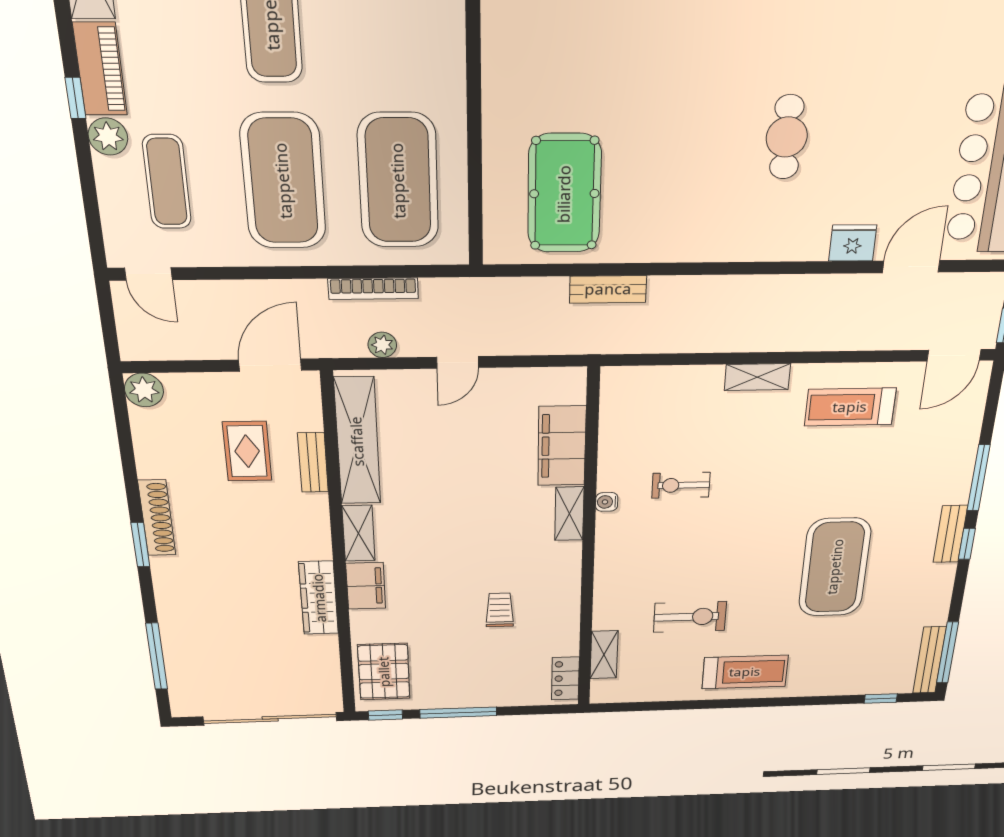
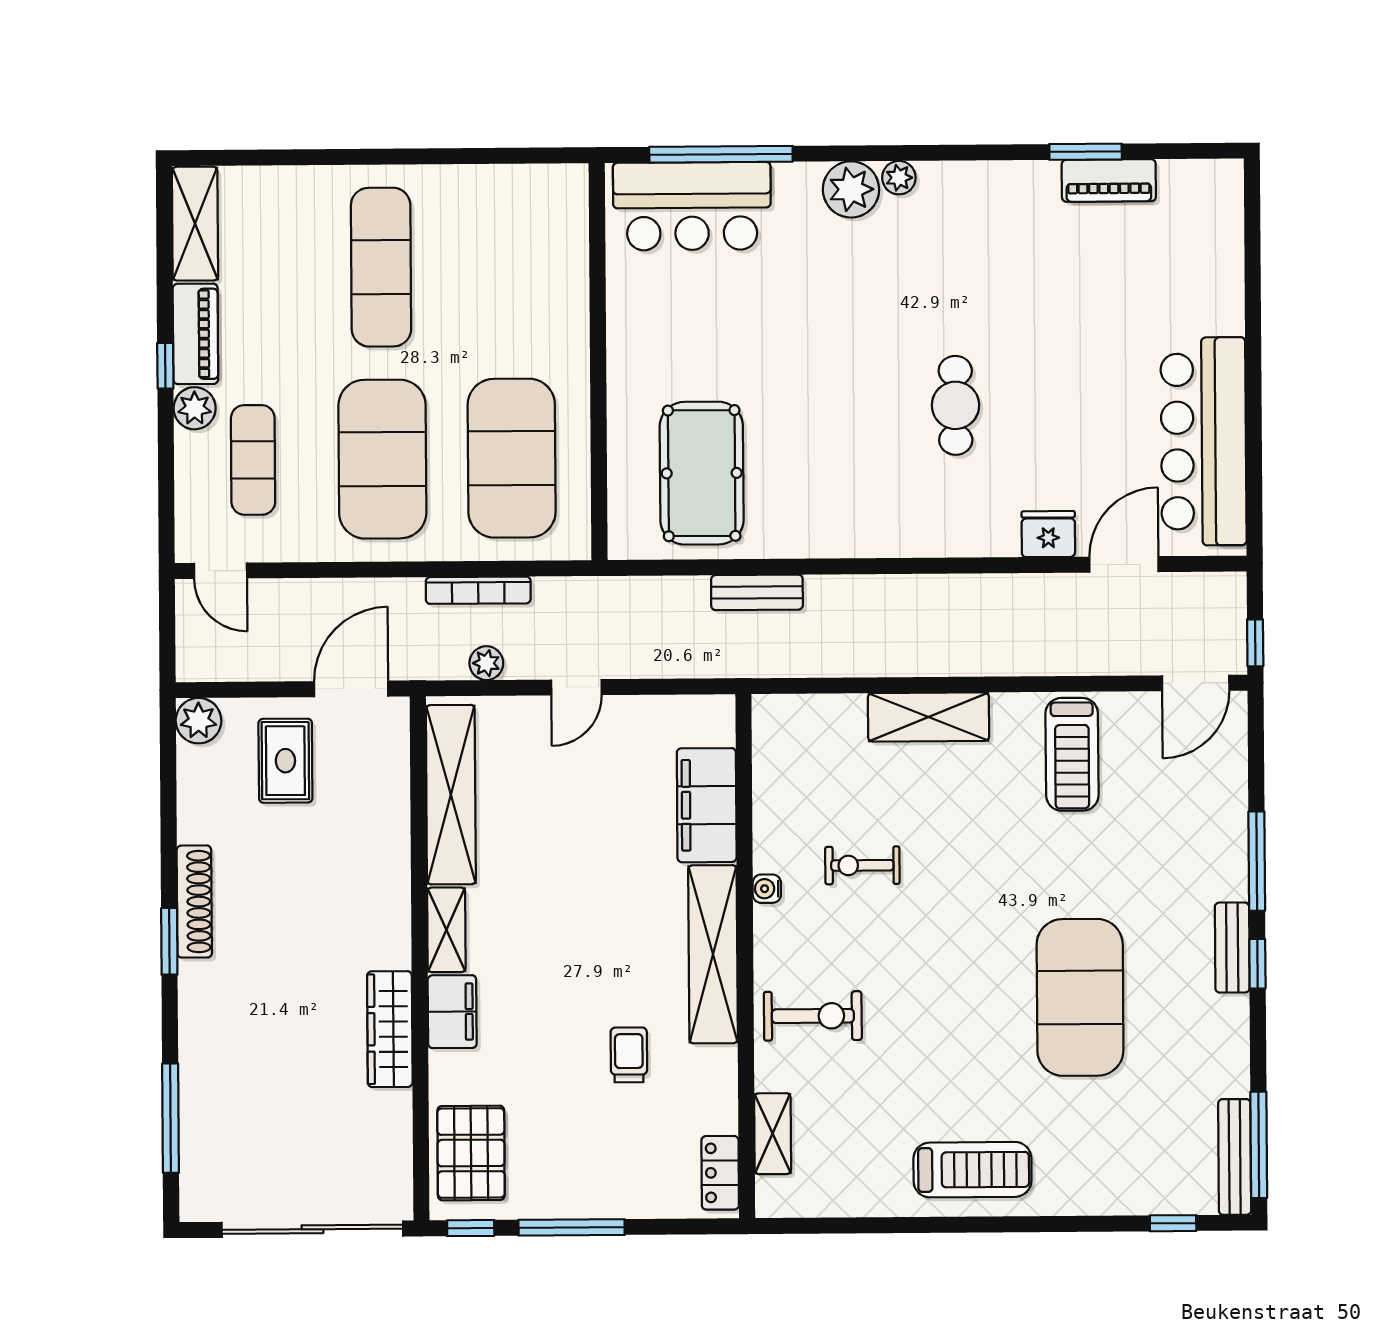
shelving: (757, 377) -> (929, 717), width x1.50, depth x1.33
treadmill: (850, 407) -> (1072, 754), turned -90
rug: (247, 451) -> (285, 761), moved
bench: (313, 462) -> (394, 824), removed
shelving: (569, 514) -> (713, 954), width x2.20, depth x1.33
exercise bike: (690, 617) -> (813, 1016), moved

